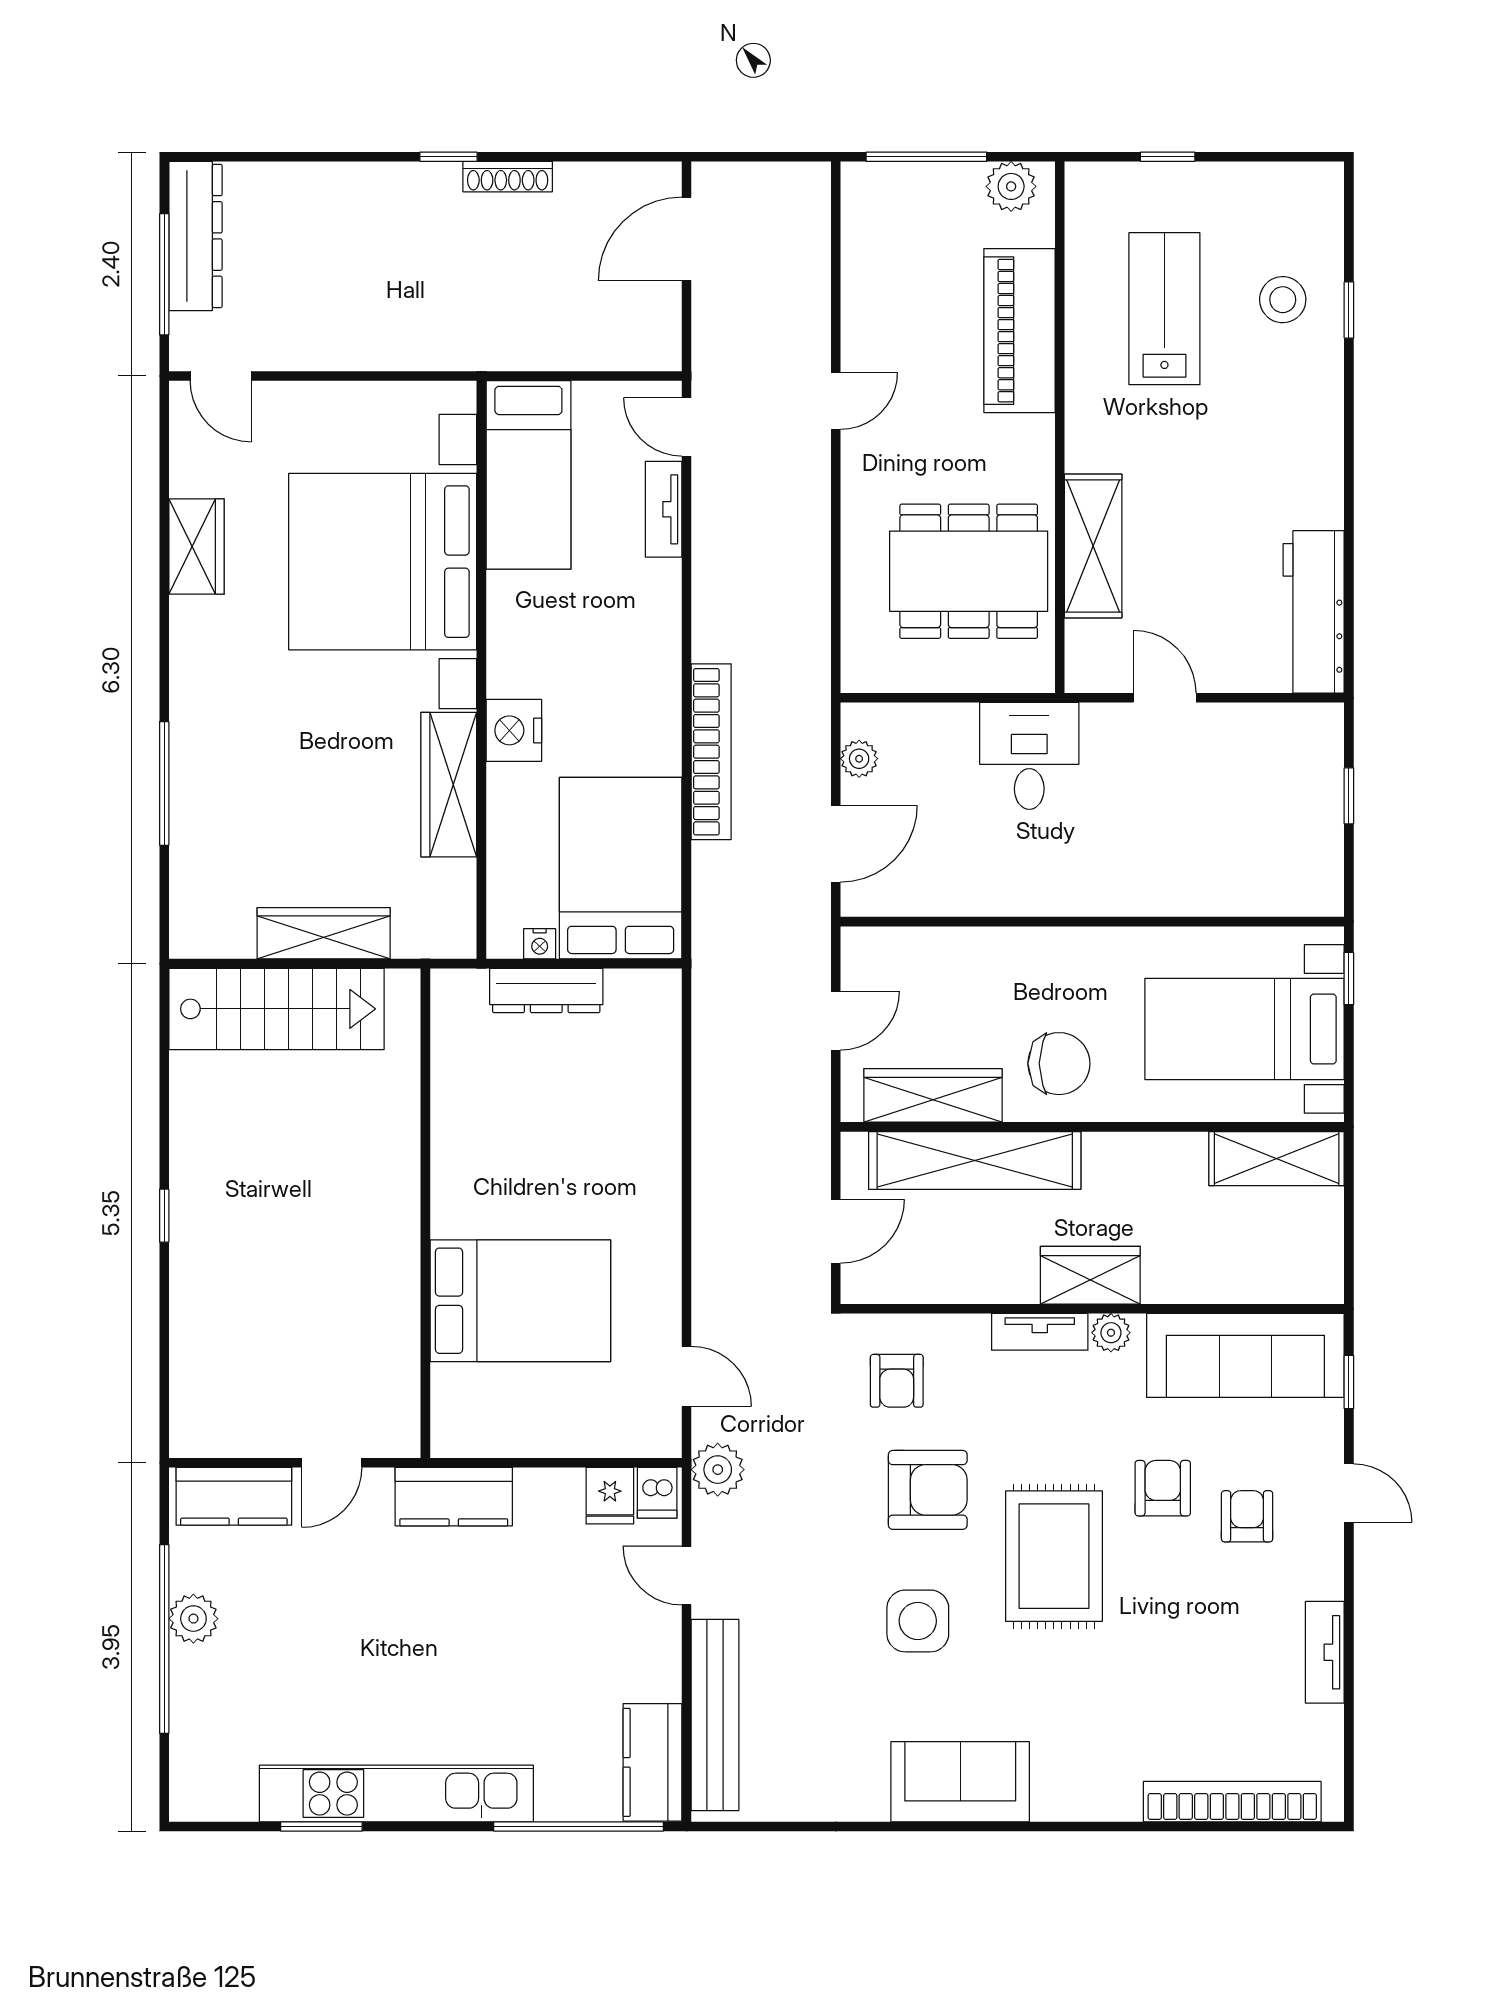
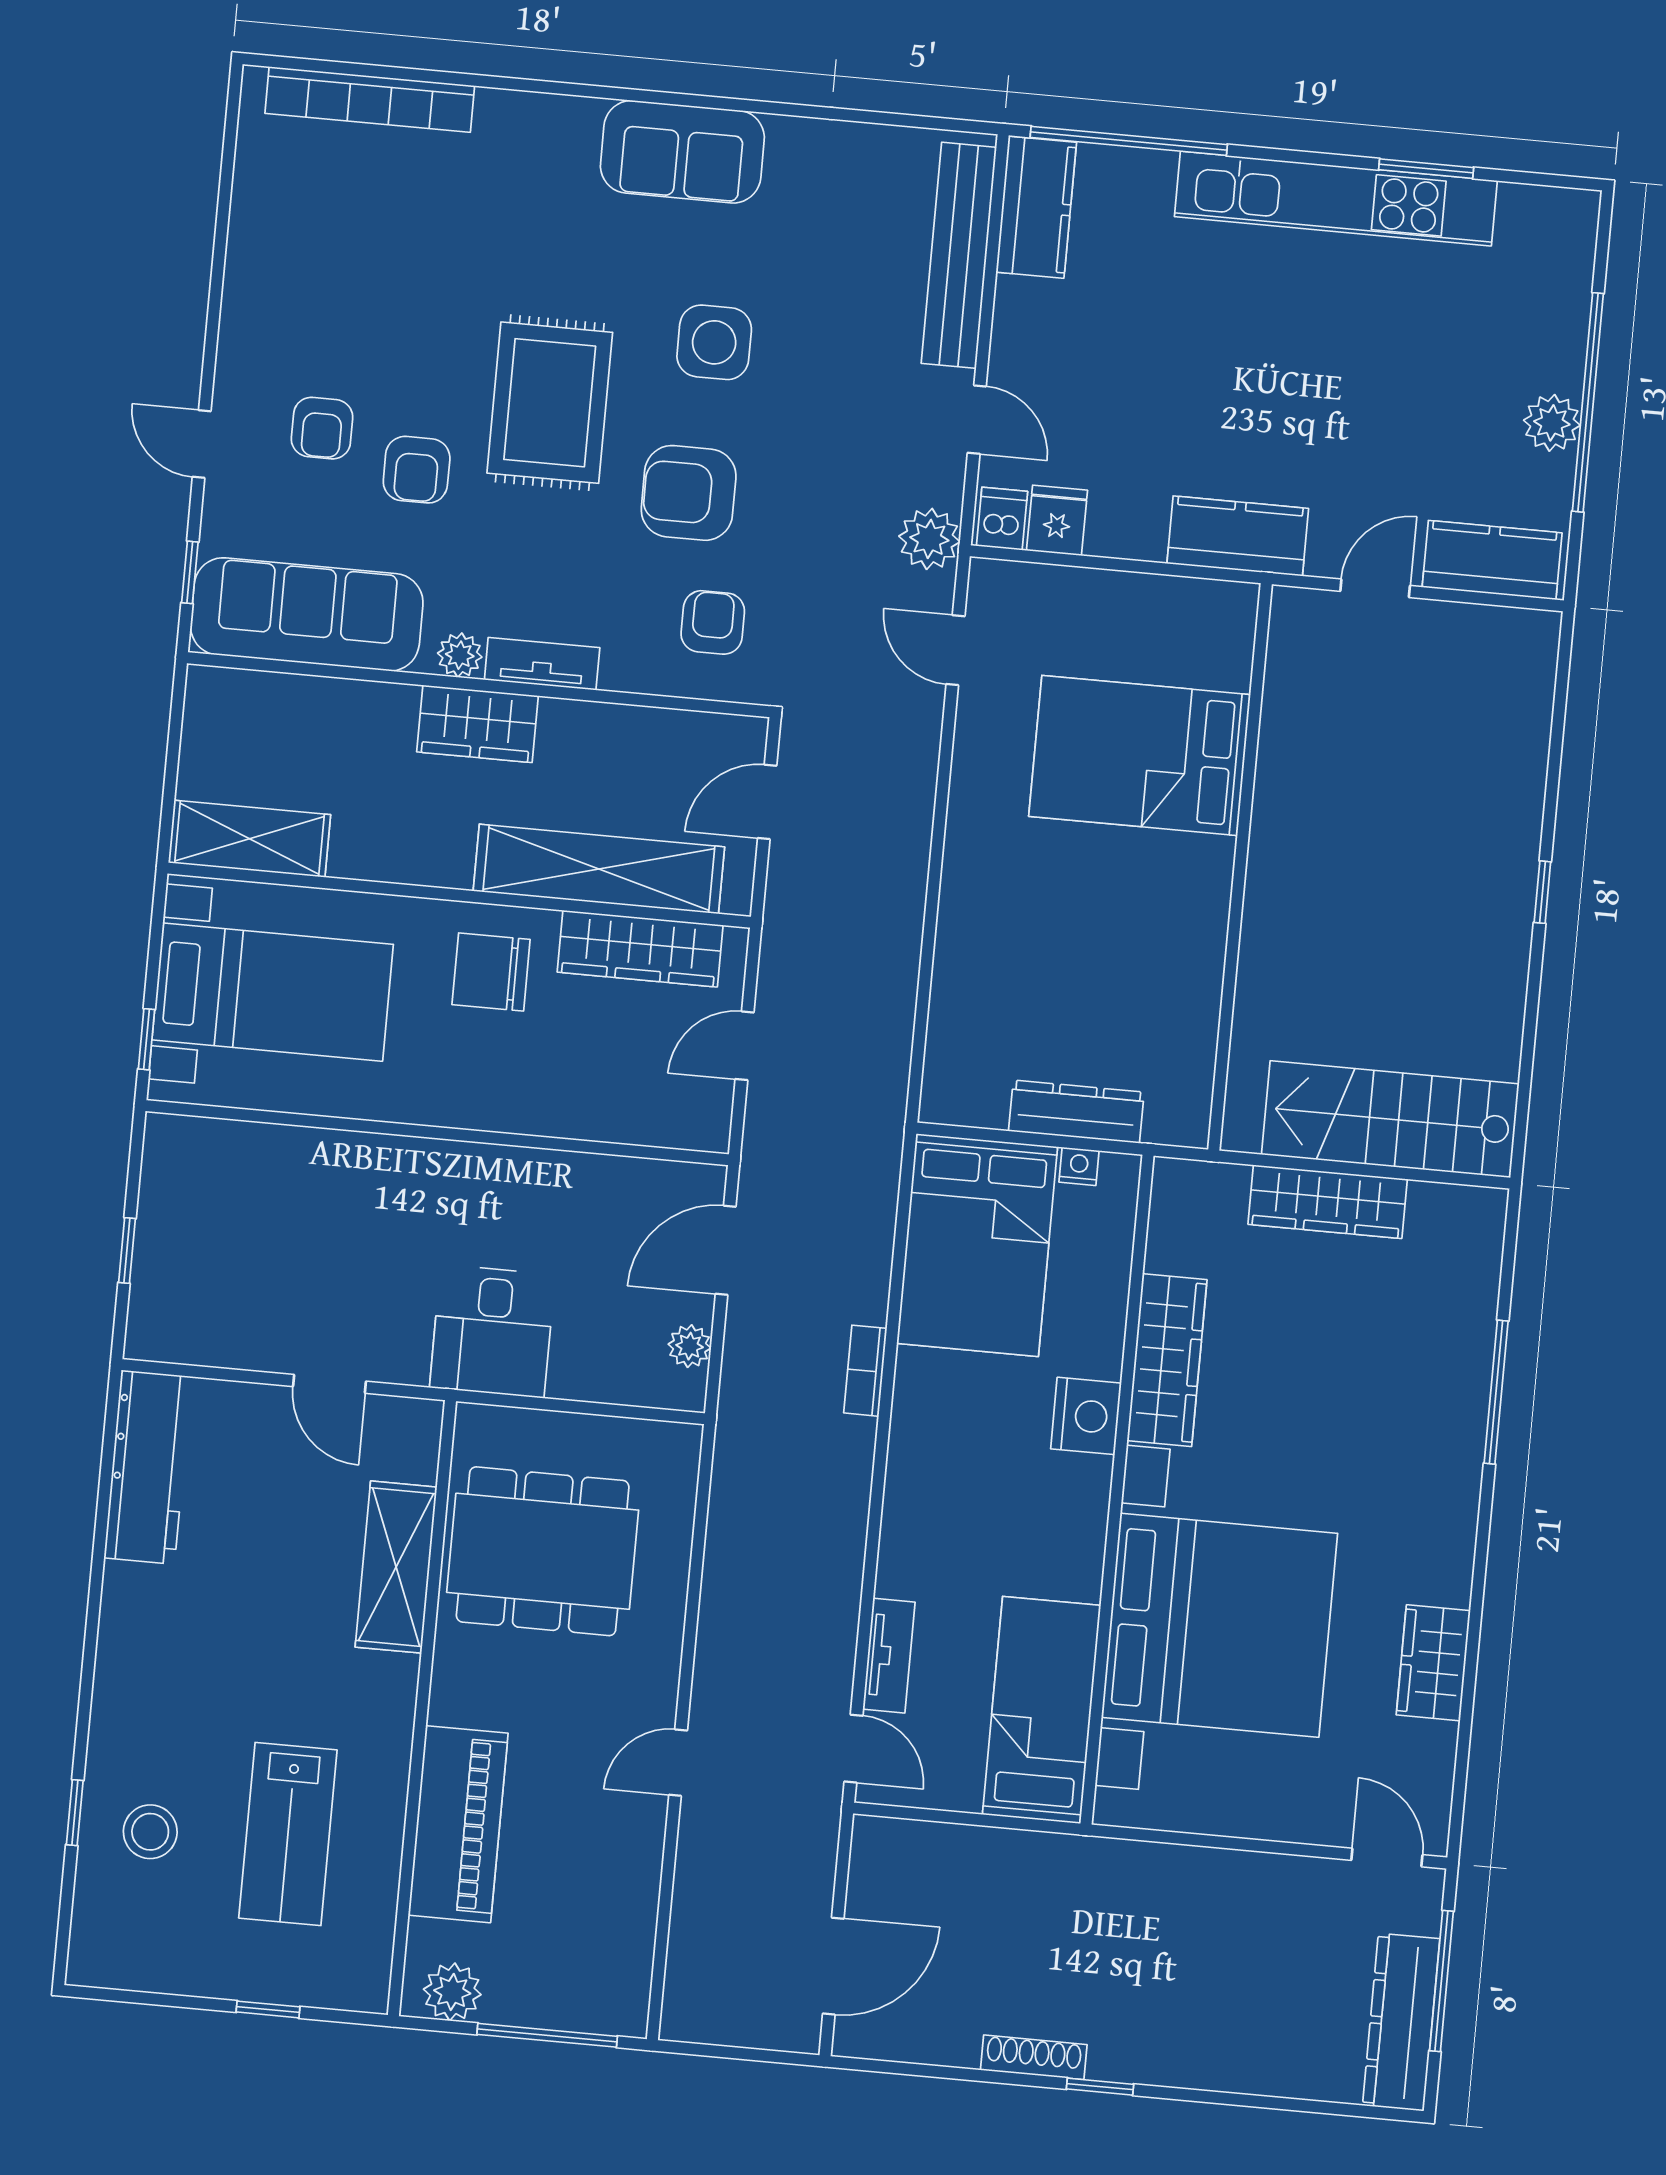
bookcase: (711, 752) -> (865, 1371), width x0.43, depth x0.76
tv unit: (1325, 1652) -> (247, 262), removed

